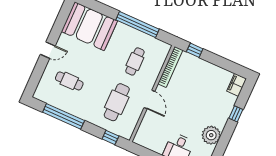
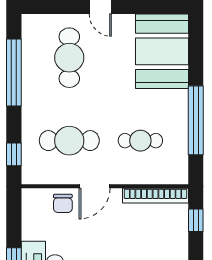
cafe table: (69, 81) -> (69, 58), width x1.37, depth x1.35
chair: (151, 122) -> (63, 203), added

